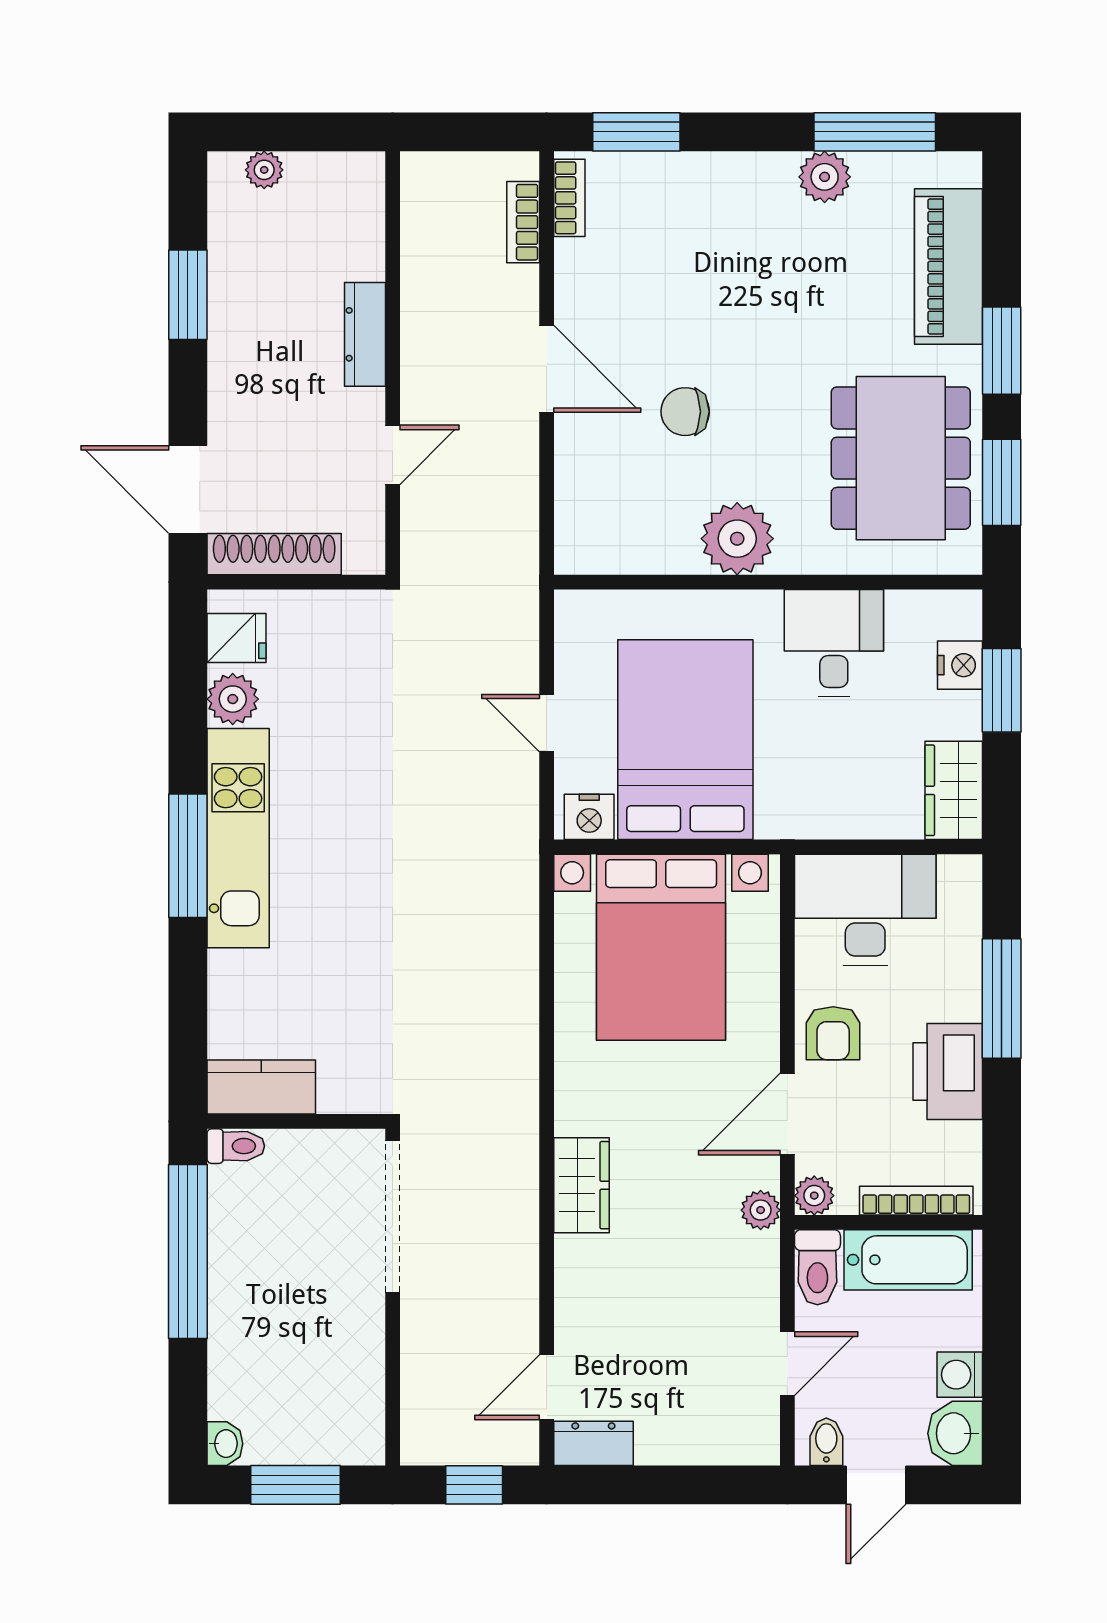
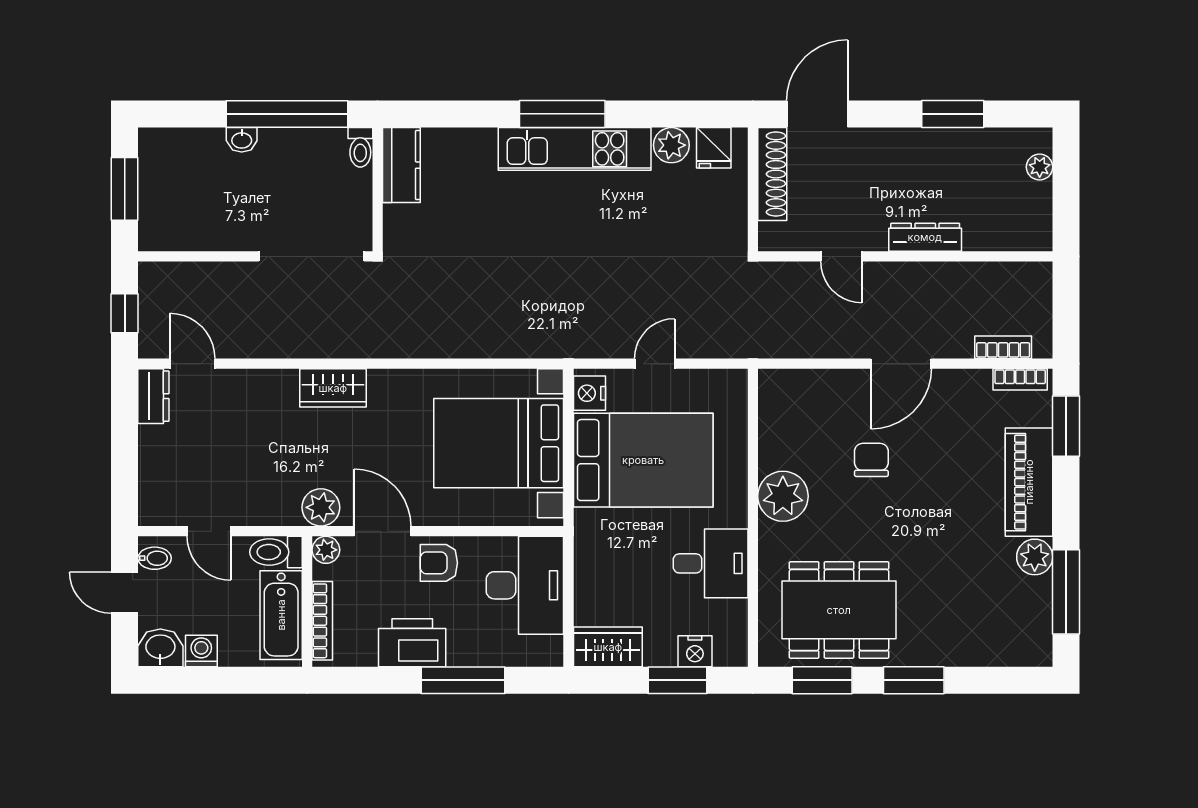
piano: (949, 266) -> (1029, 482), moved, turned -90
plant: (761, 1210) -> (321, 507), width x1.38, depth x1.38
washbasin: (225, 1444) -> (242, 140), moved

